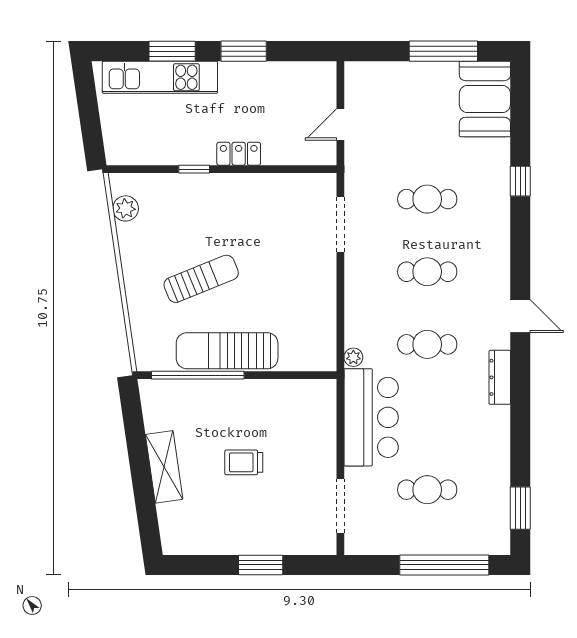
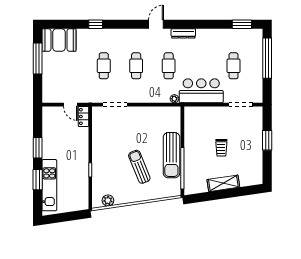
locker: (239, 154) -> (83, 116), moved

